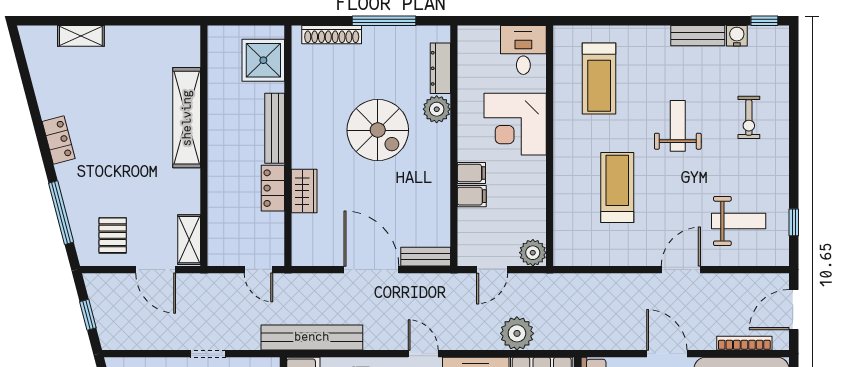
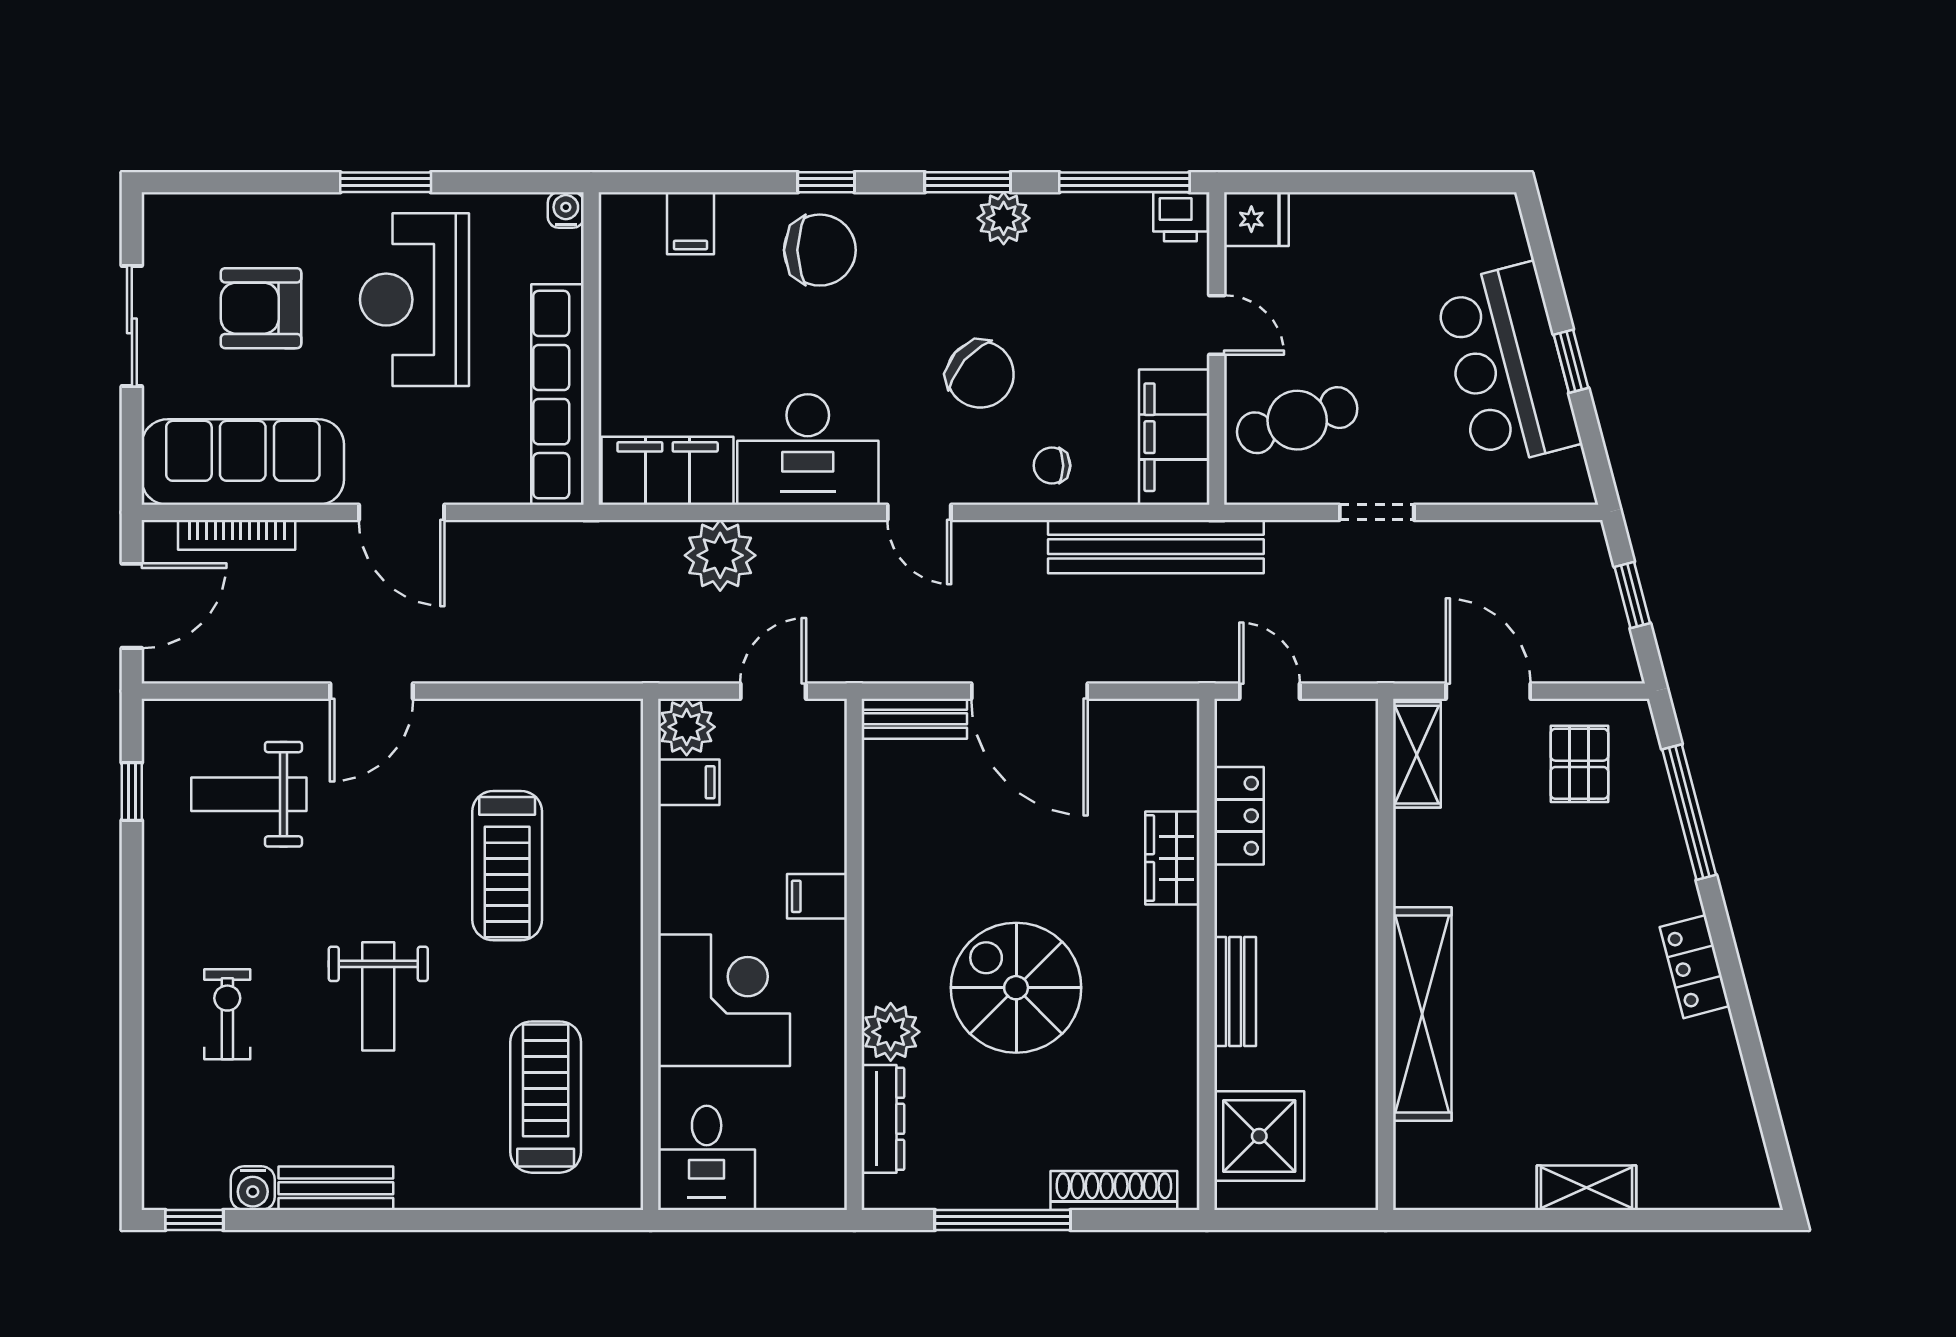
shelving: (81, 36) -> (1587, 1188), moved
bench: (275, 128) -> (1235, 991), width x0.73
locker: (273, 188) -> (1239, 816), moved
filing cabinet: (472, 196) -> (689, 782), moved, turned 180

